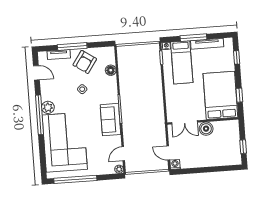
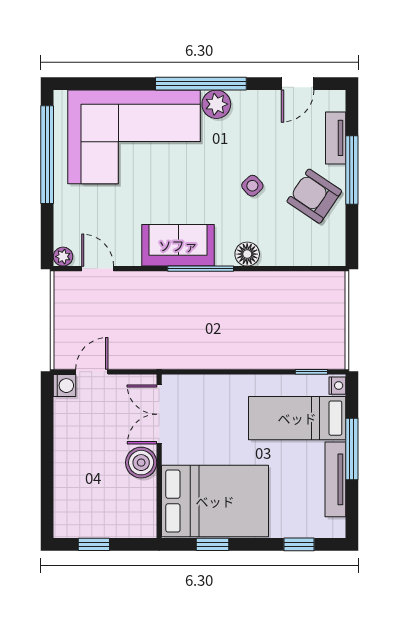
floor lamp: (111, 70) -> (247, 254), moved

